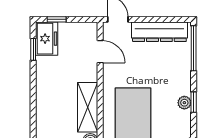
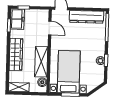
wardrobe: (46, 96) -> (16, 54), added

